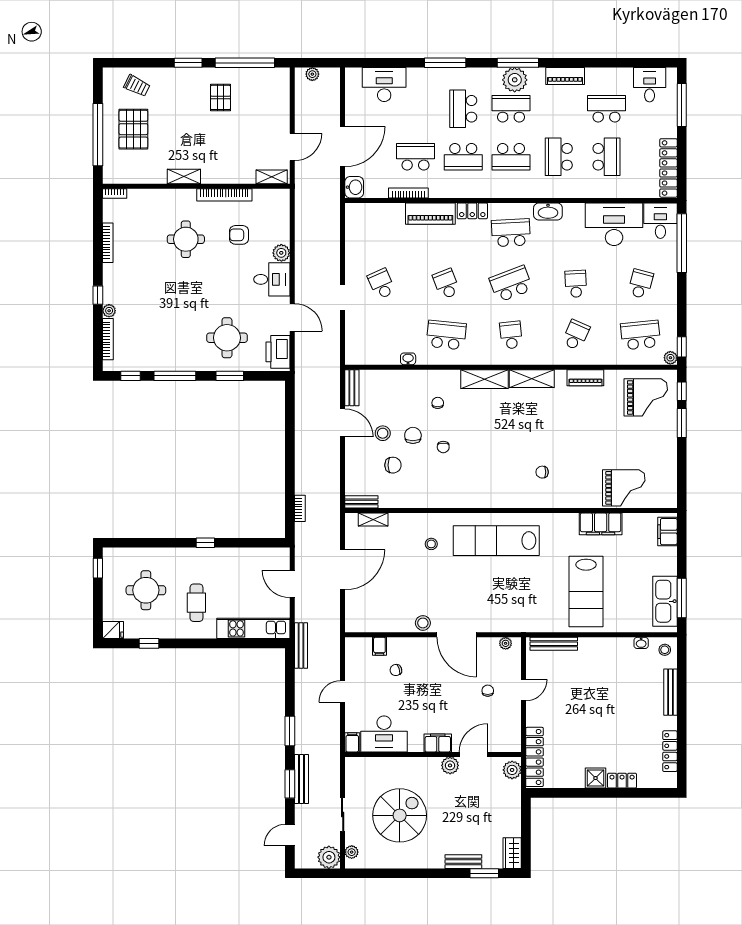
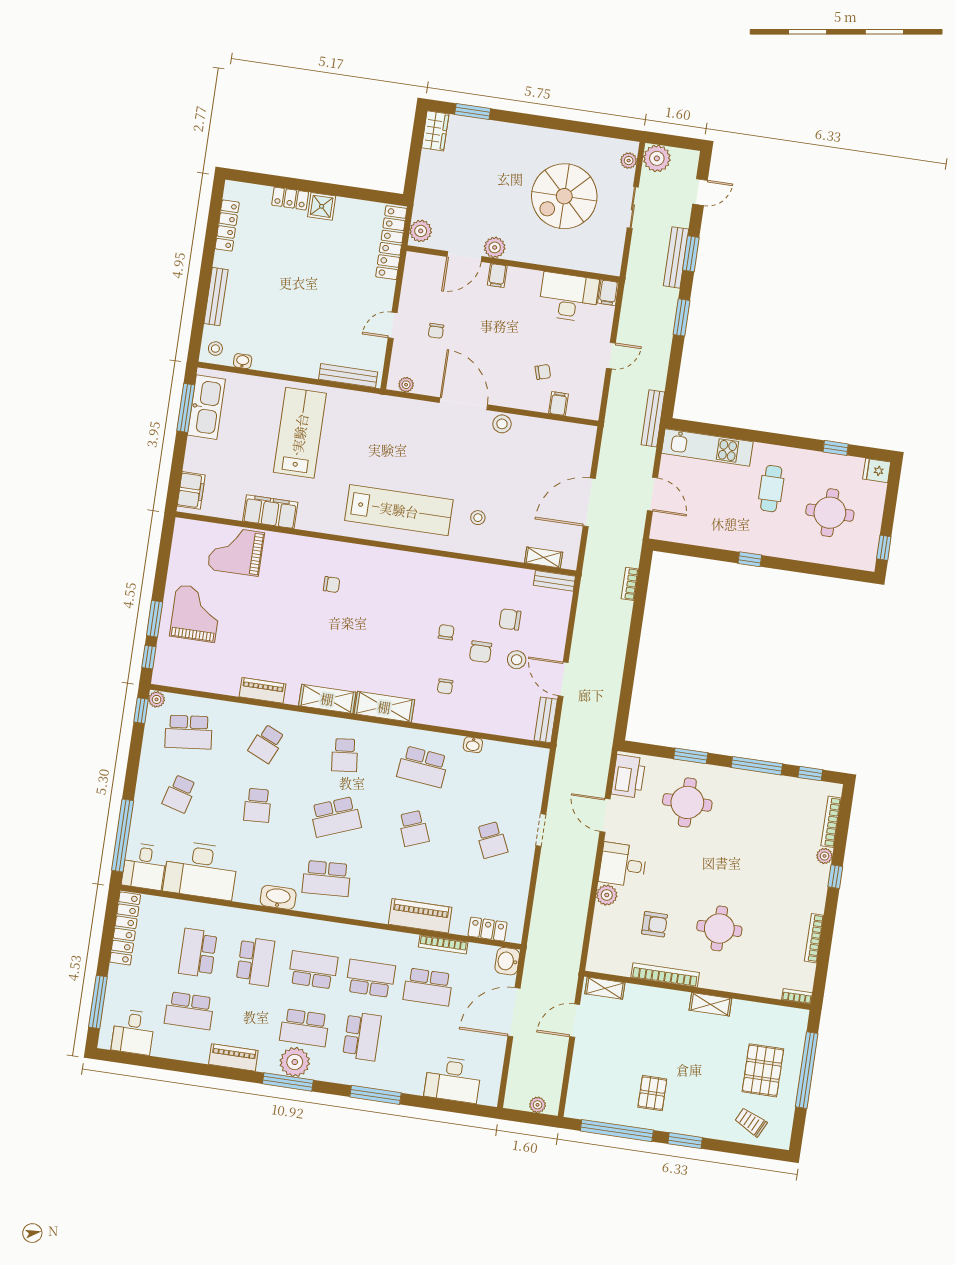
locker: (472, 211) -> (488, 929), moved
grand piano: (646, 397) -> (196, 613), moved, turned 90
filing cabinet: (438, 743) -> (497, 275), width x0.50
bench: (463, 862) -> (496, 129), removed

